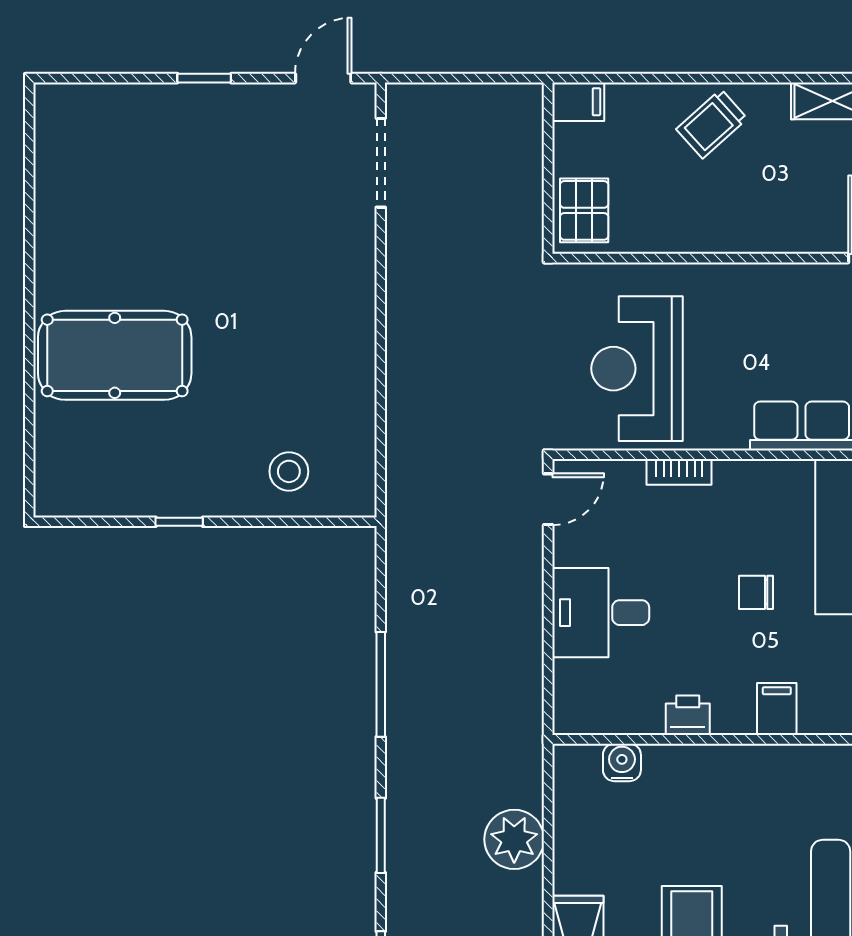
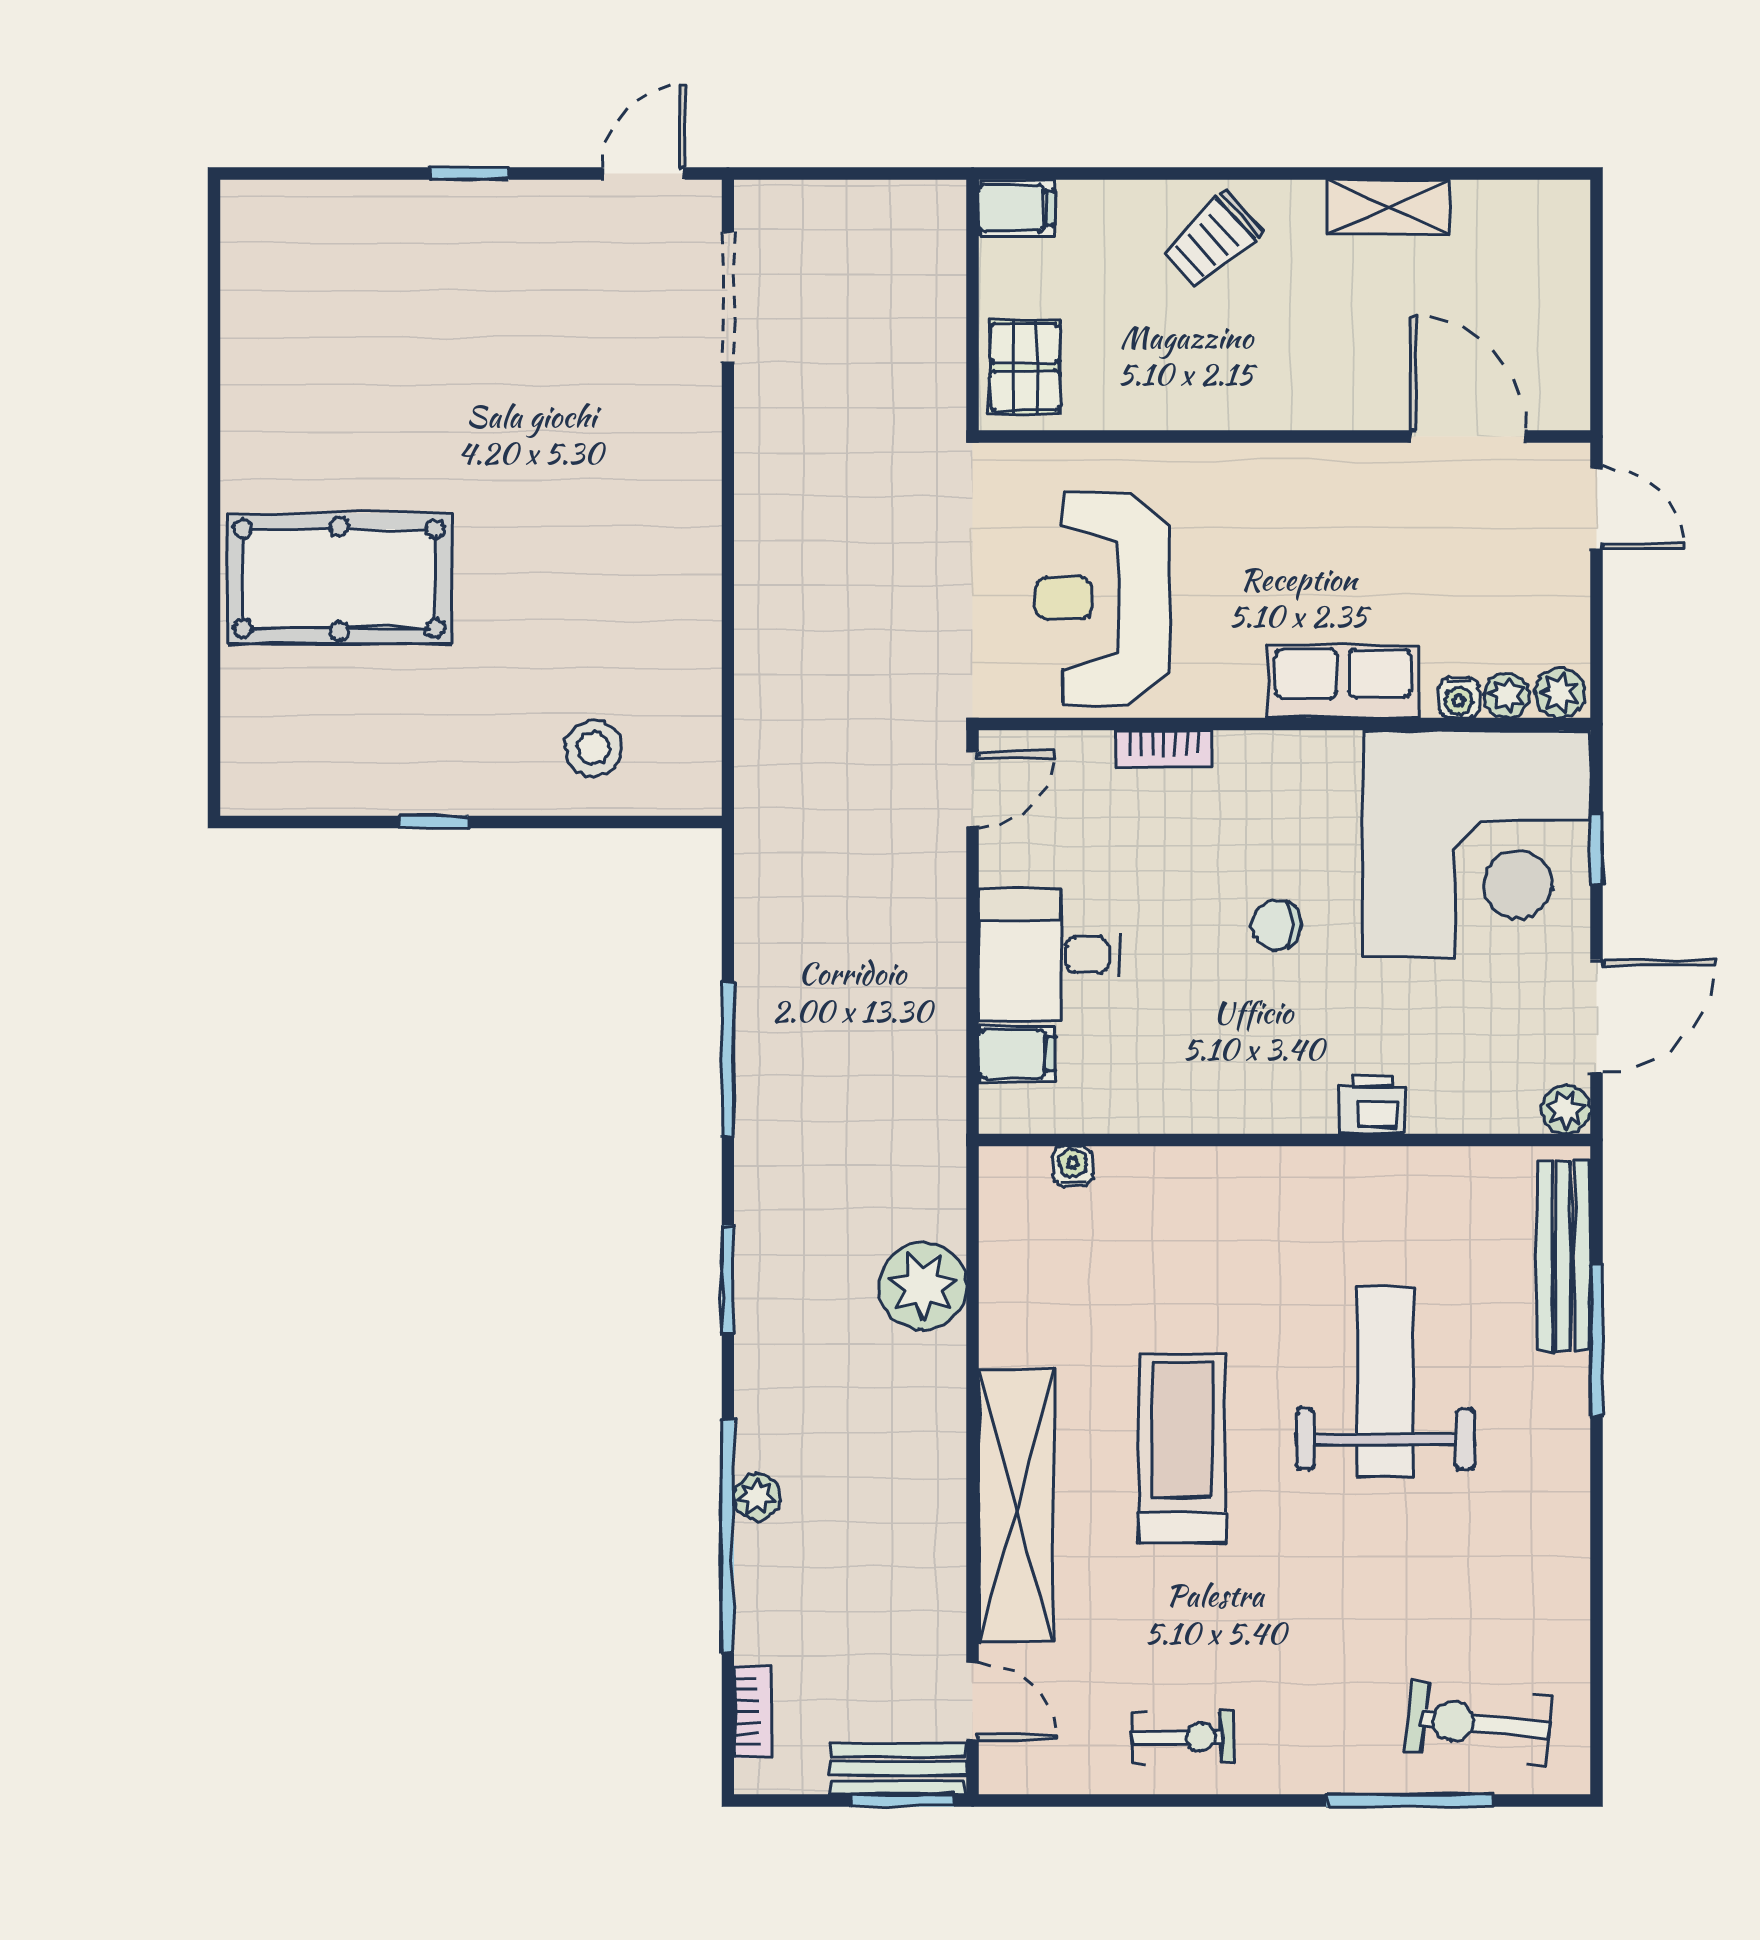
filing cabinet: (777, 709) -> (1017, 1054), moved, turned 90
printer: (688, 715) -> (1372, 1105), moved
water cooler: (622, 762) -> (1073, 1166), width x0.72, depth x0.72

